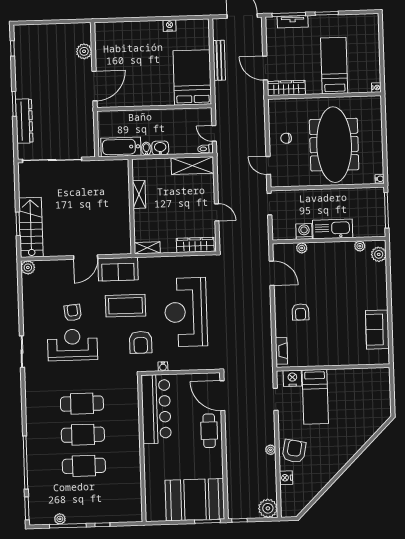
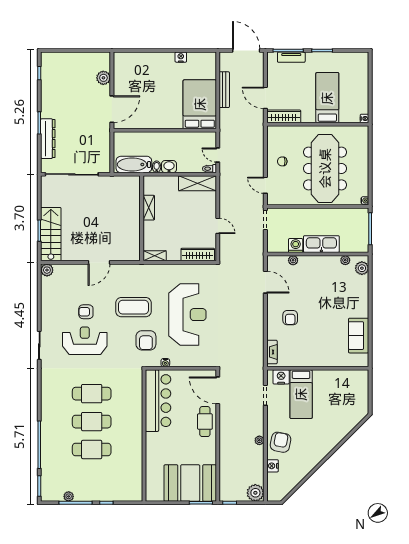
sofa: (118, 269) -> (128, 274), removed
reception desk: (186, 312) -> (187, 315), turned 180
armchair: (73, 313) -> (86, 312), turned -84

